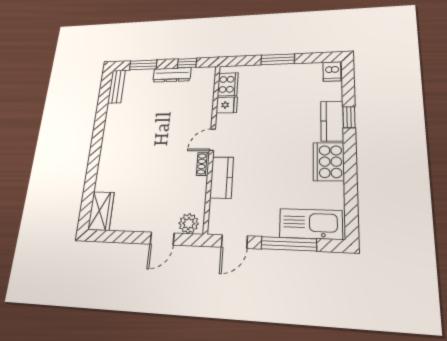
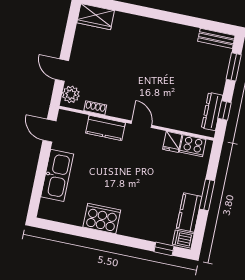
dresser: (172, 75) -> (212, 112), moved
window: (349, 117) -> (164, 249), moved
kitchen counter: (332, 121) -> (189, 213), moved, turned -90
shoe rack: (203, 164) -> (95, 108), moved
kitchen sink: (311, 224) -> (57, 175), moved
window: (289, 244) -> (41, 174), removed

